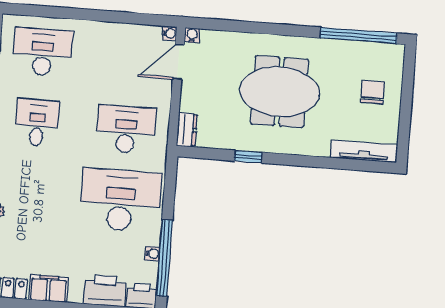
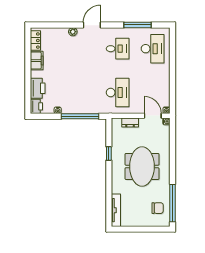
chair: (373, 92) -> (158, 208), moved
dresser: (187, 130) -> (130, 122), moved
desk: (120, 200) -> (83, 93), removed
window: (164, 258) -> (80, 116), moved

